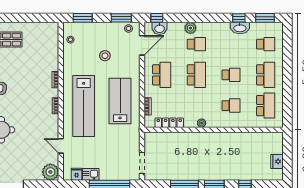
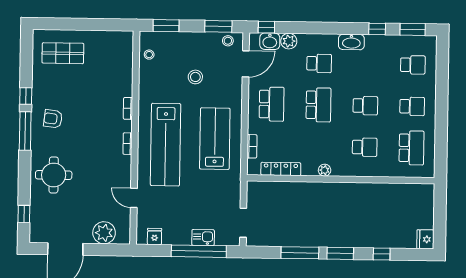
plant: (190, 28) -> (289, 41), moved
washbasin: (240, 28) -> (351, 42), moved
school desk: (266, 75) -> (412, 106), width x0.54
fridge: (277, 161) -> (425, 239), moved
plant: (50, 172) -> (104, 233), moved
kitchen sink: (91, 174) -> (203, 237), moved

